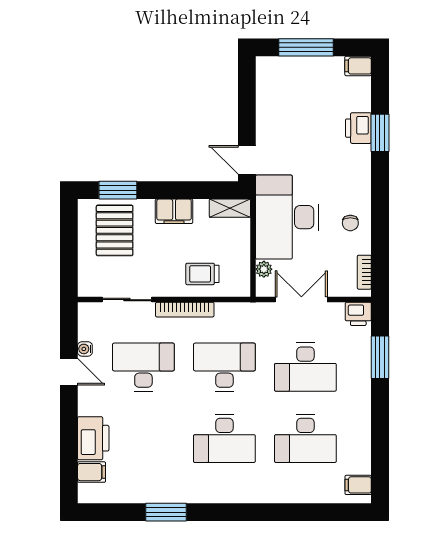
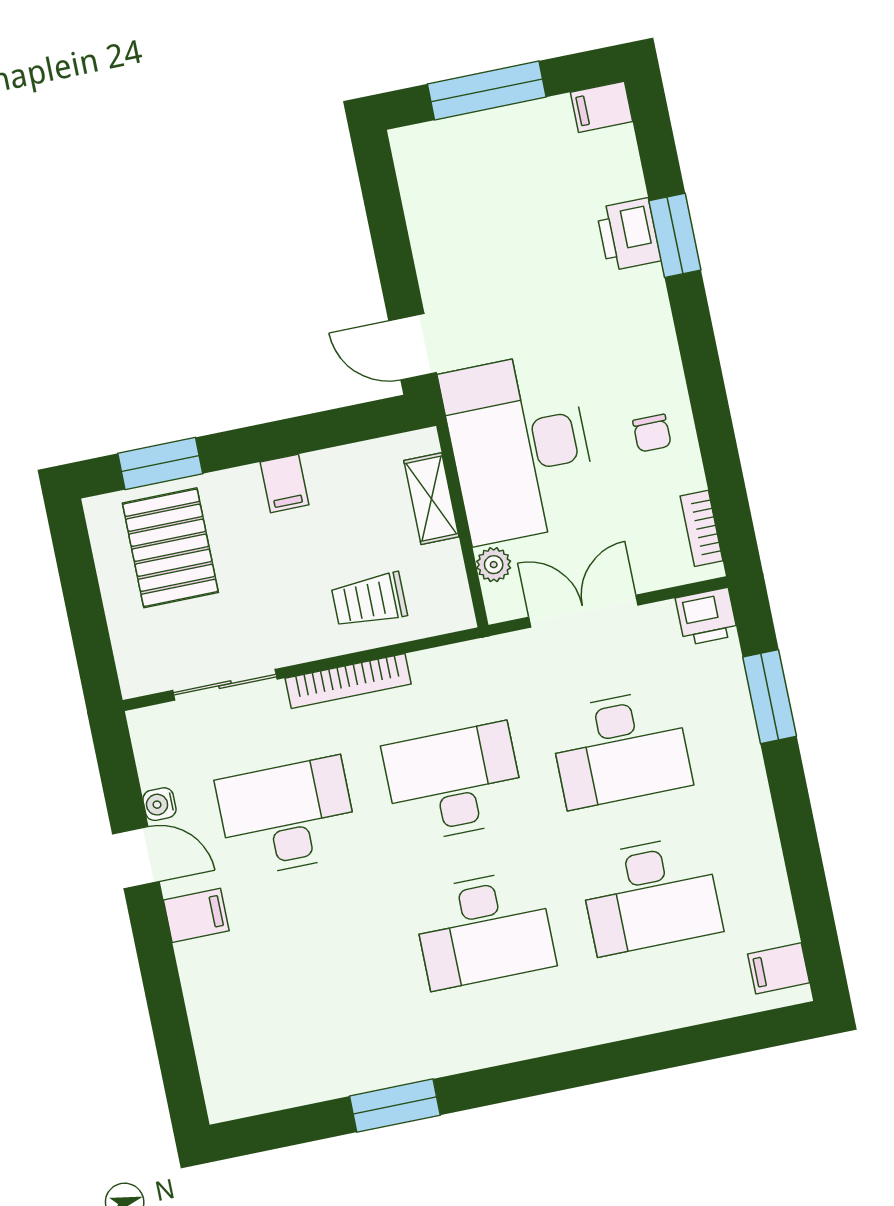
shelving: (230, 208) -> (431, 499), moved, turned 90
filing cabinet: (174, 211) -> (285, 483), width x0.50
printer: (93, 438) -> (214, 984), removed
filing cabinet: (92, 472) -> (196, 915), moved

